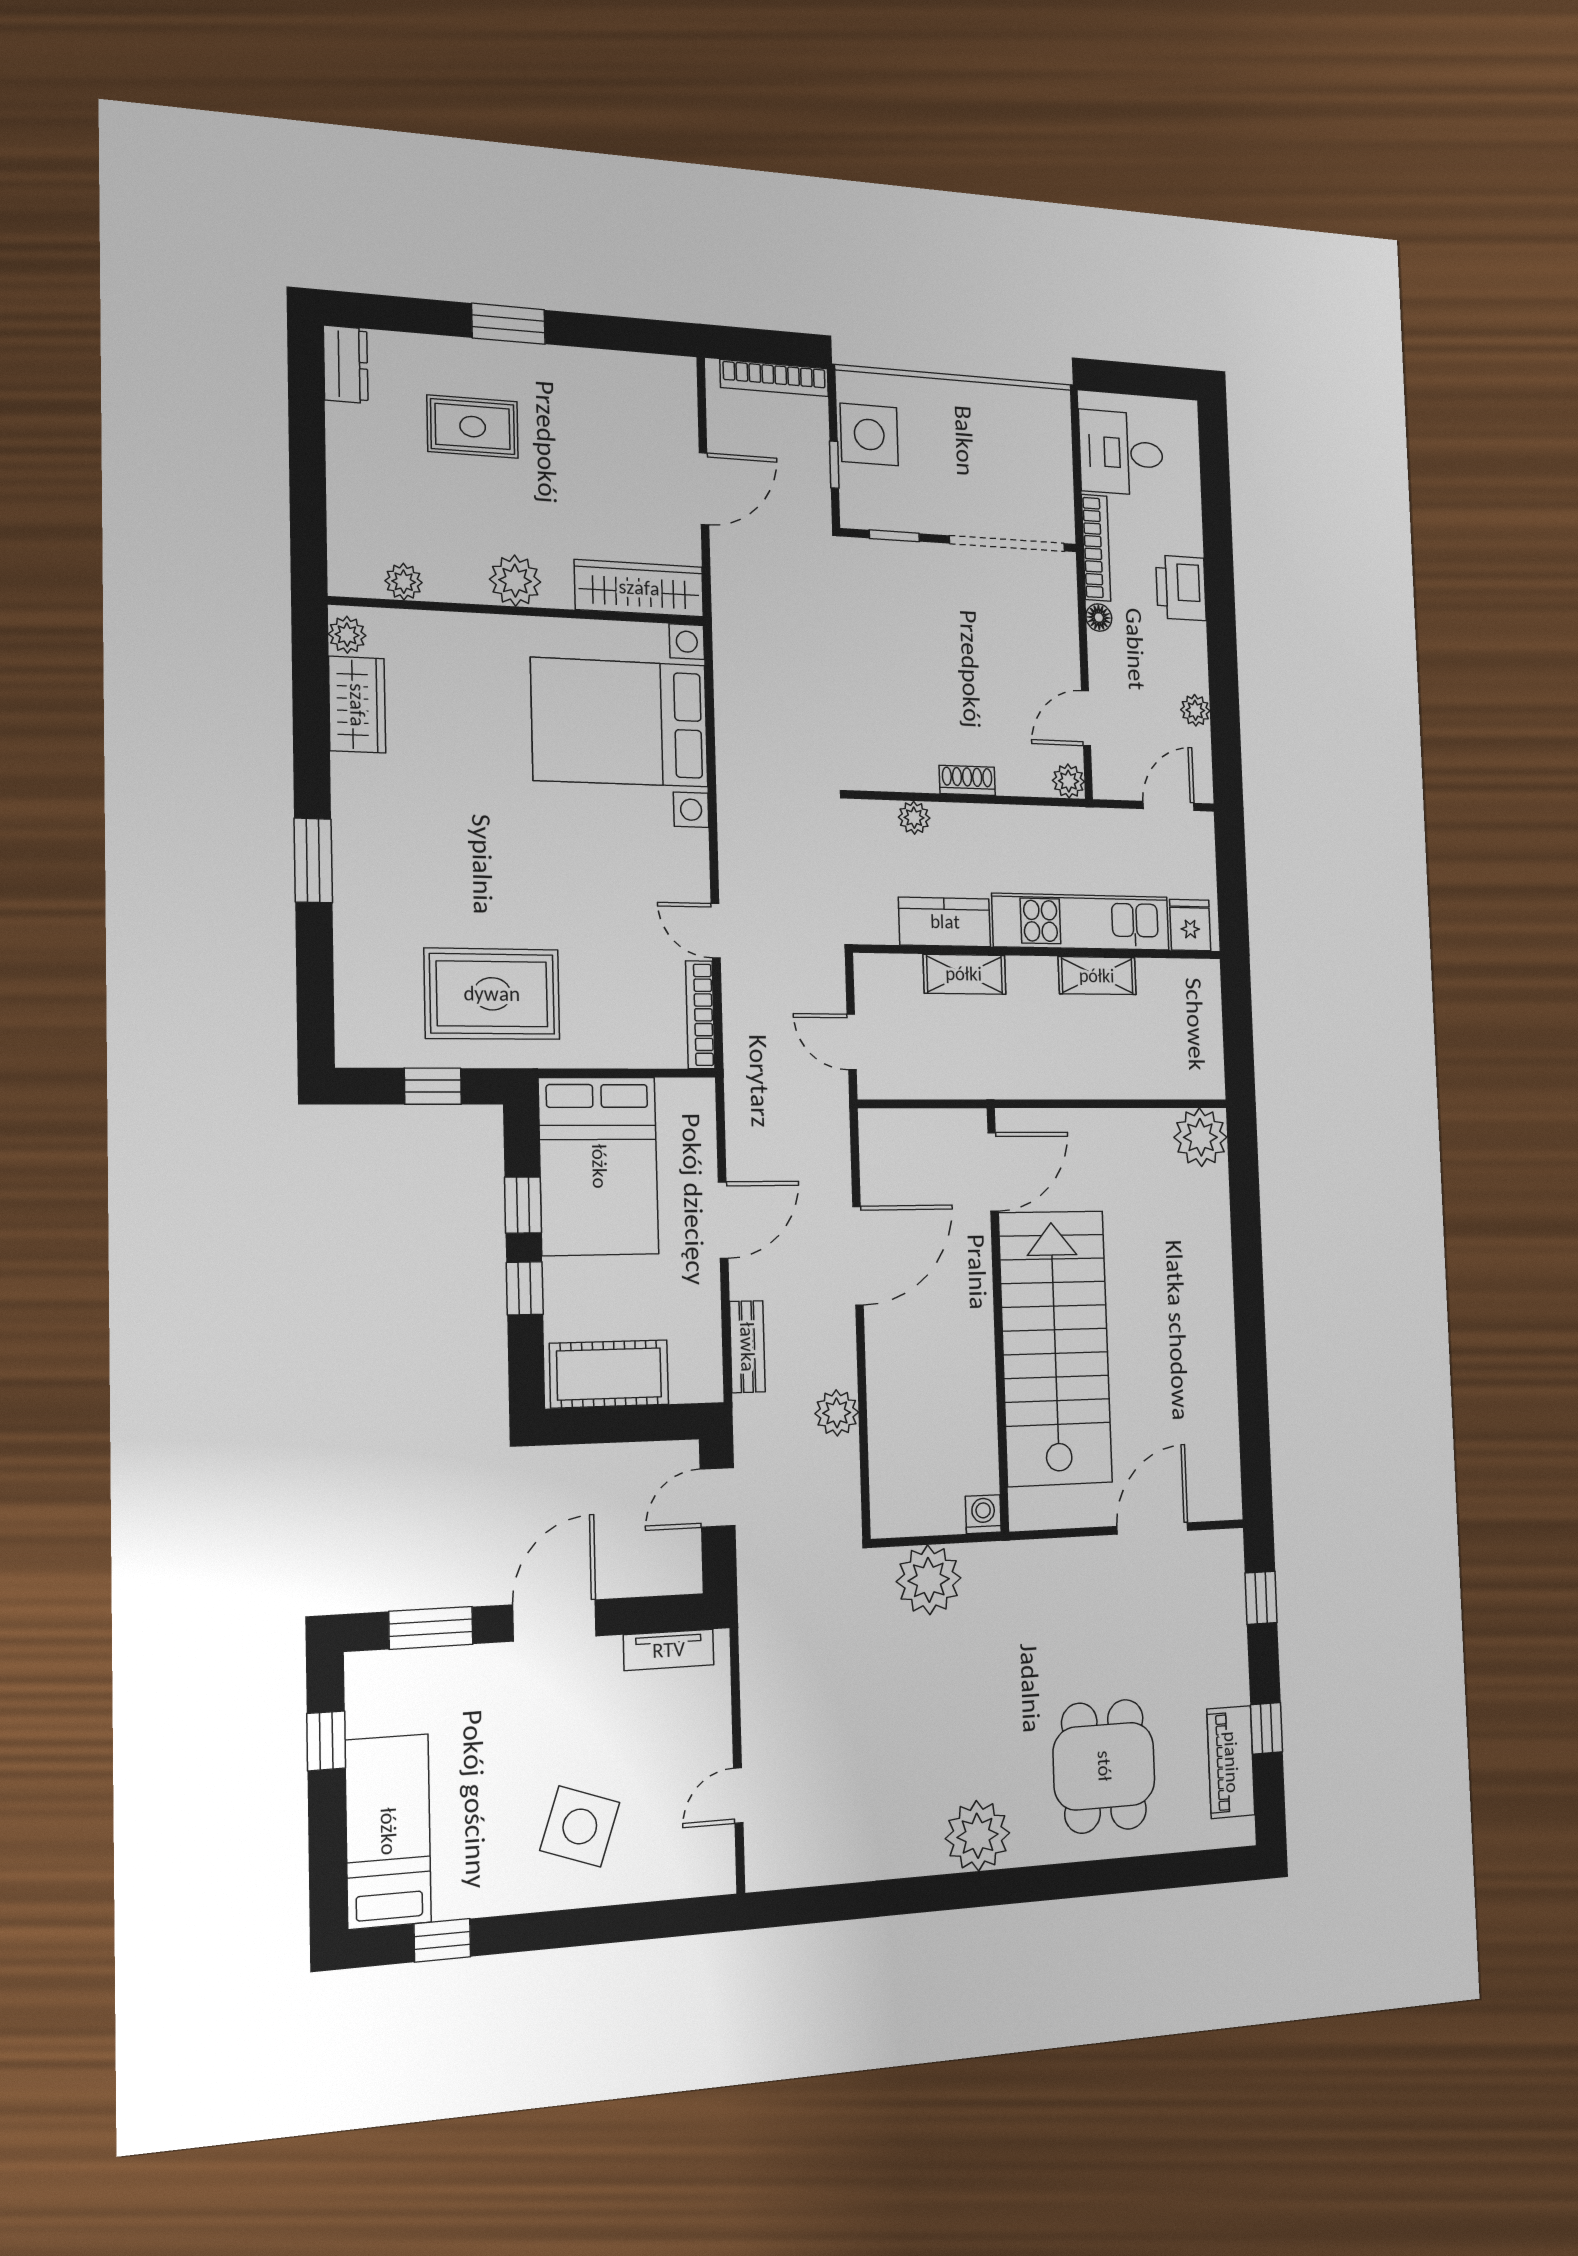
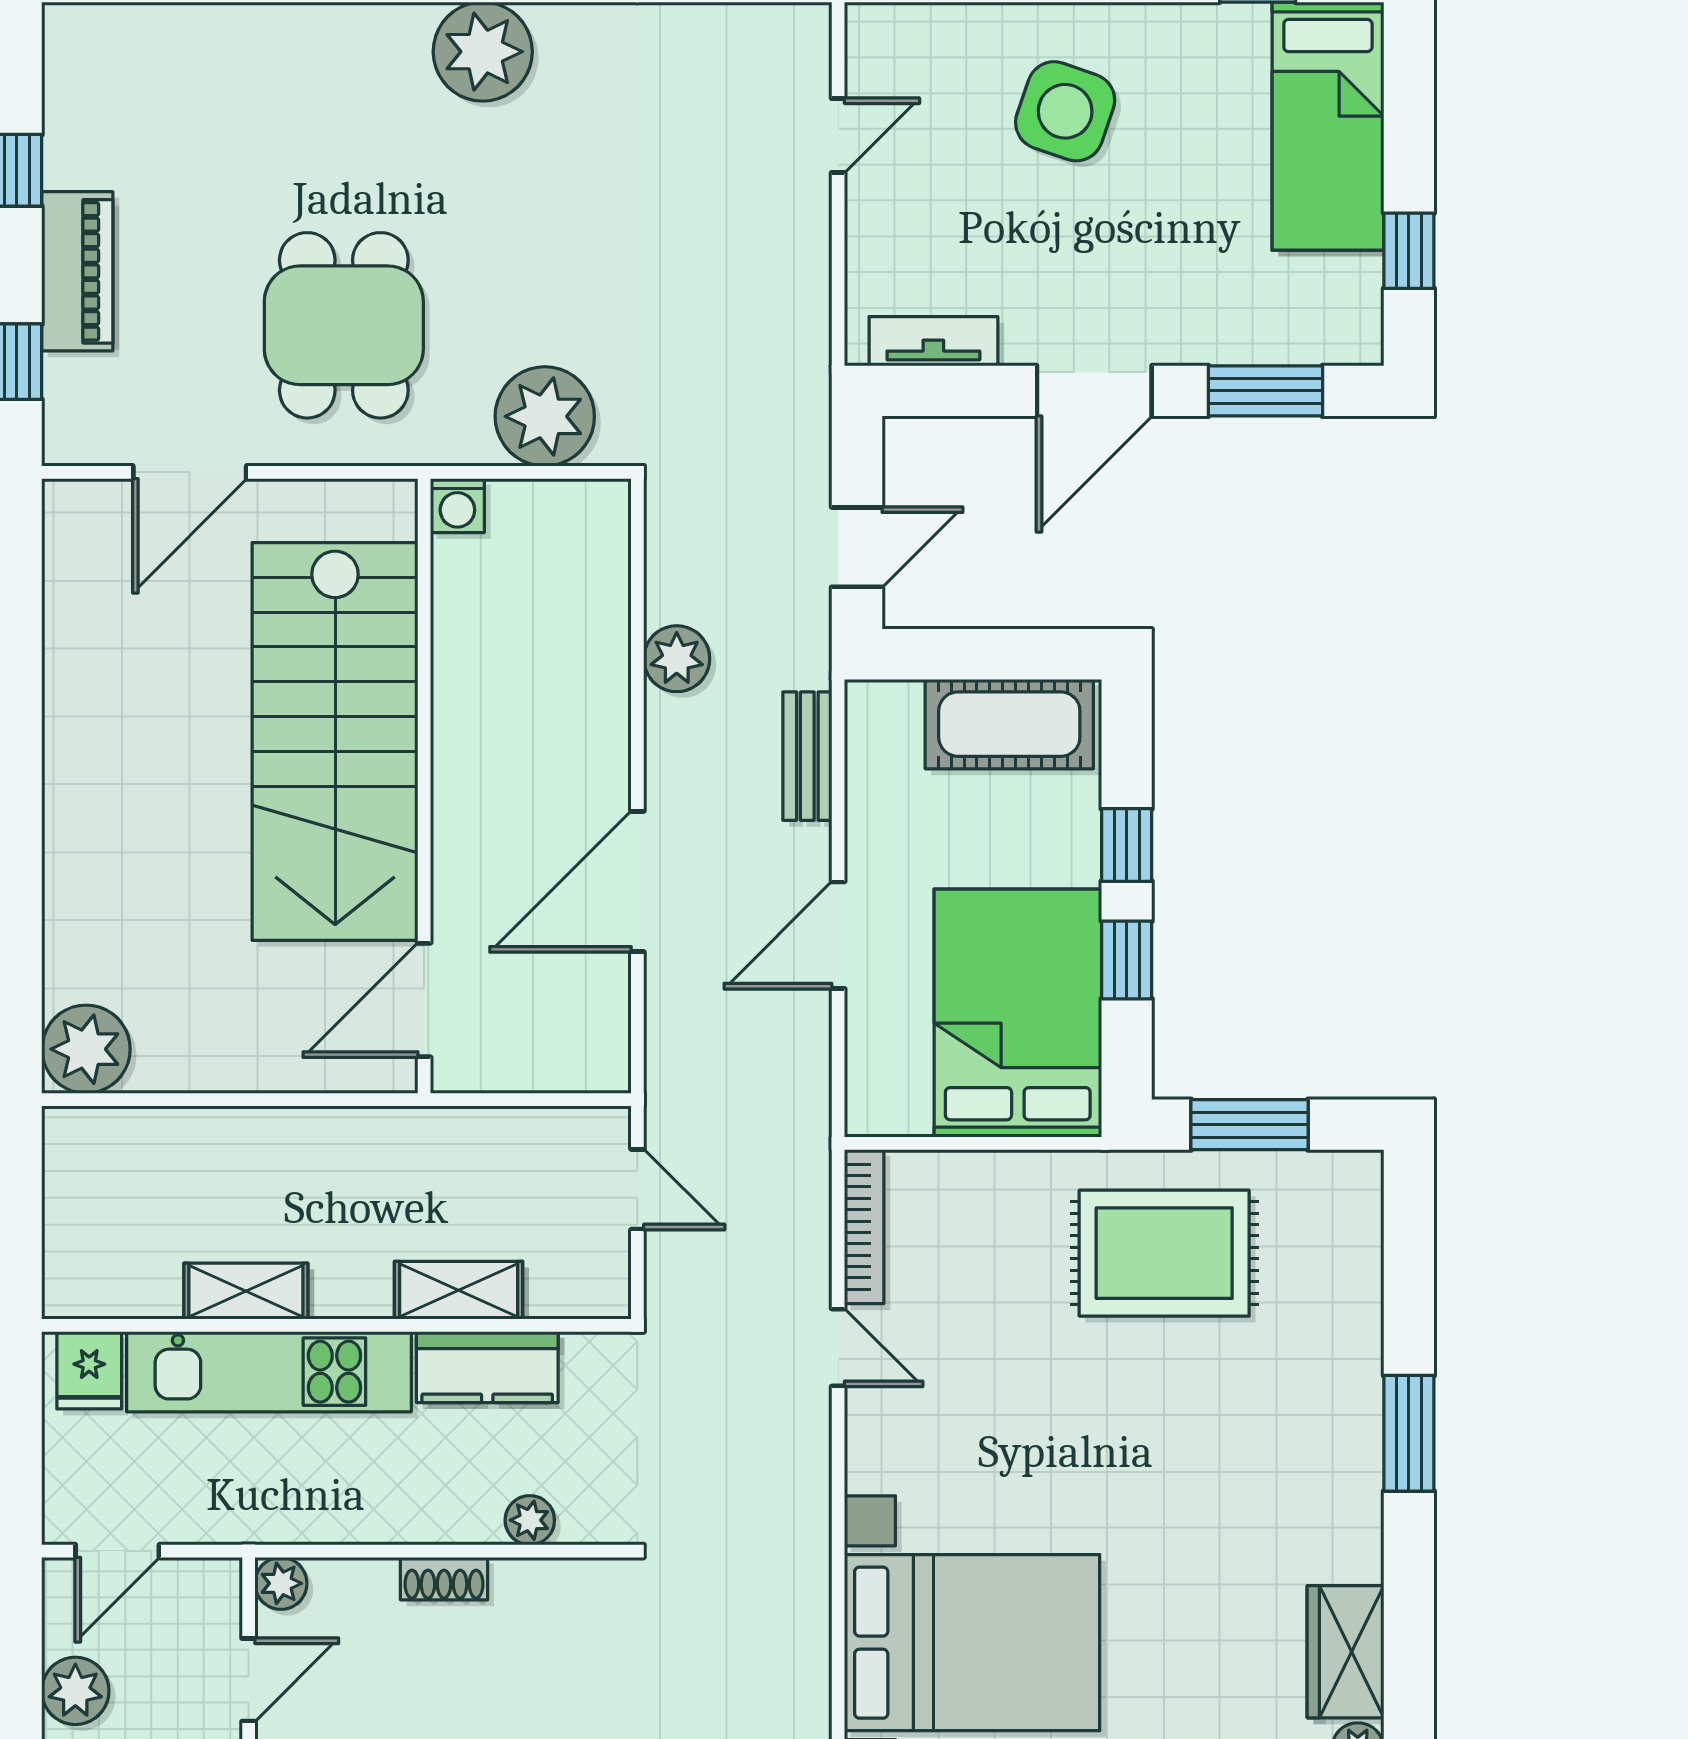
plant: (1195, 710) -> (75, 1691), width x1.38, depth x1.38
window: (433, 1086) -> (1249, 1125), width x1.50
piano: (1231, 1762) -> (77, 271), moved
dining table: (1104, 1766) -> (344, 325), moved

